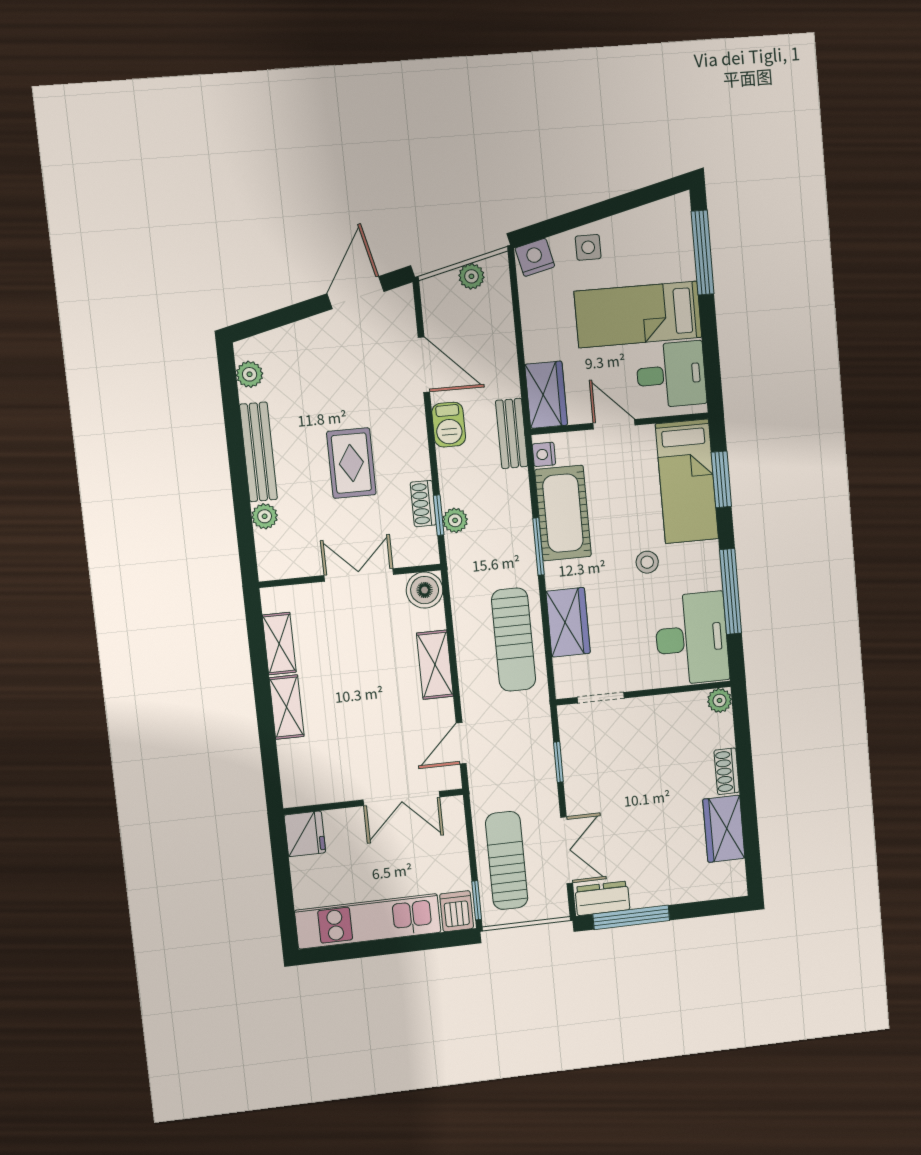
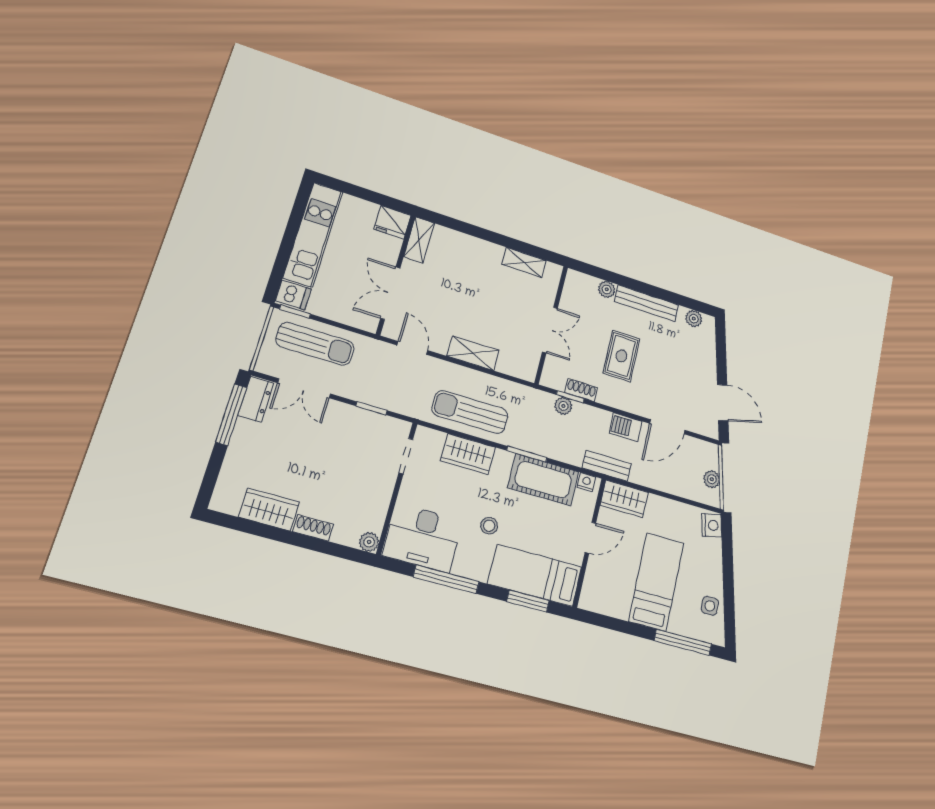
side table: (588, 247) -> (710, 606), moved
desk: (671, 375) -> (610, 591), removed
rug: (351, 463) -> (621, 356), turned 90
boiler: (425, 590) -> (525, 367), removed
shelving: (287, 707) -> (419, 240), moved, turned 90

